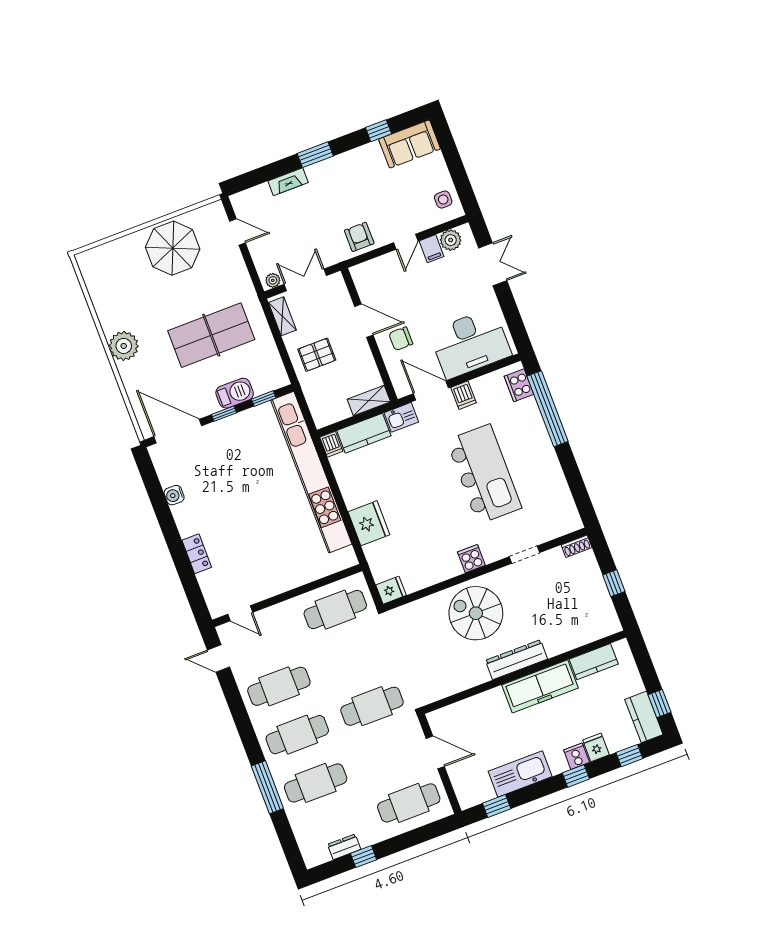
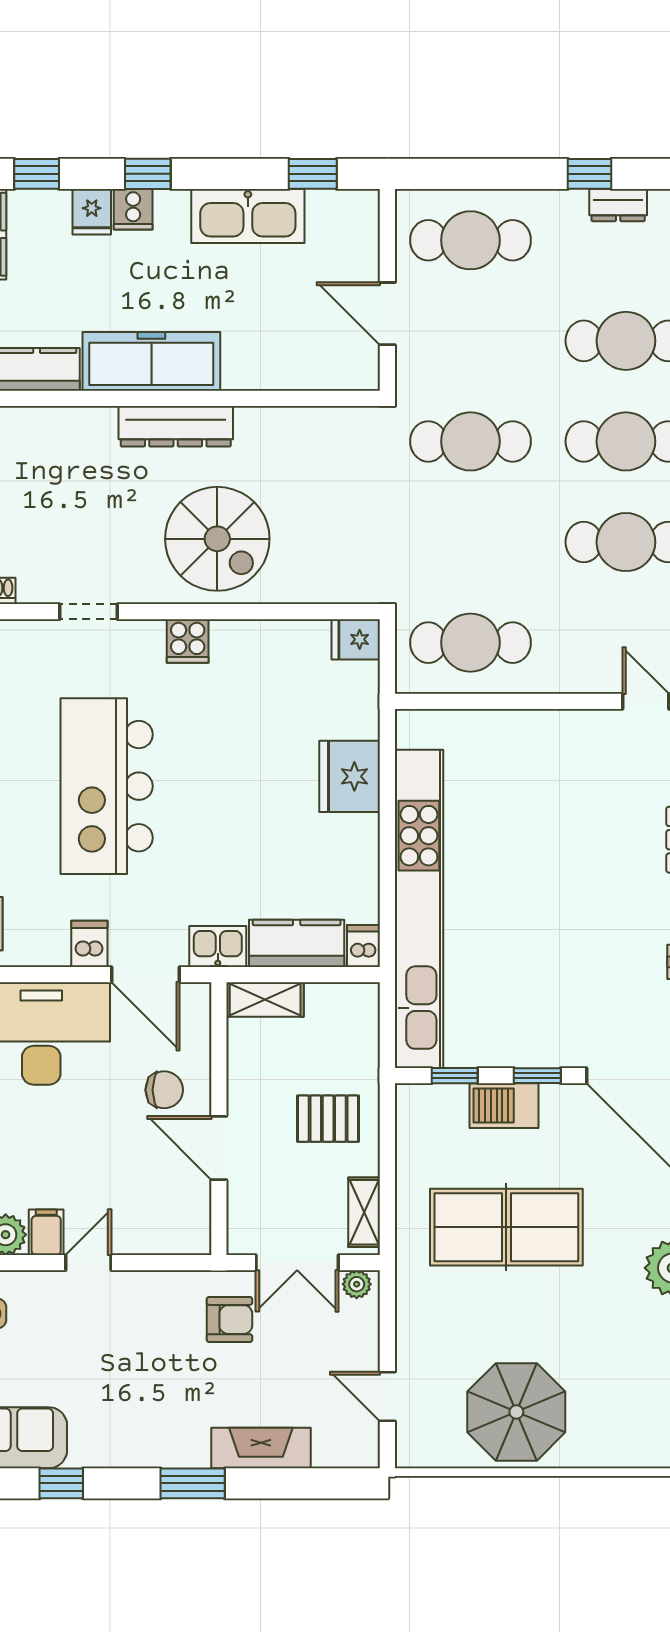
fireplace: (288, 182) -> (261, 1448), width x1.37, depth x1.32
armchair: (359, 237) -> (229, 1320), moved, turned -90

